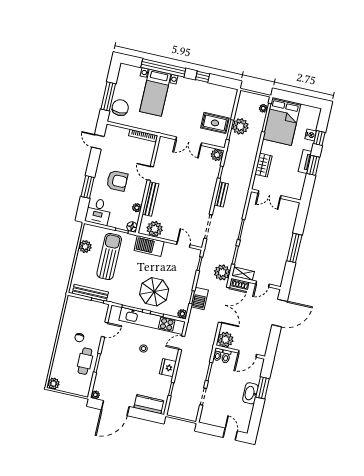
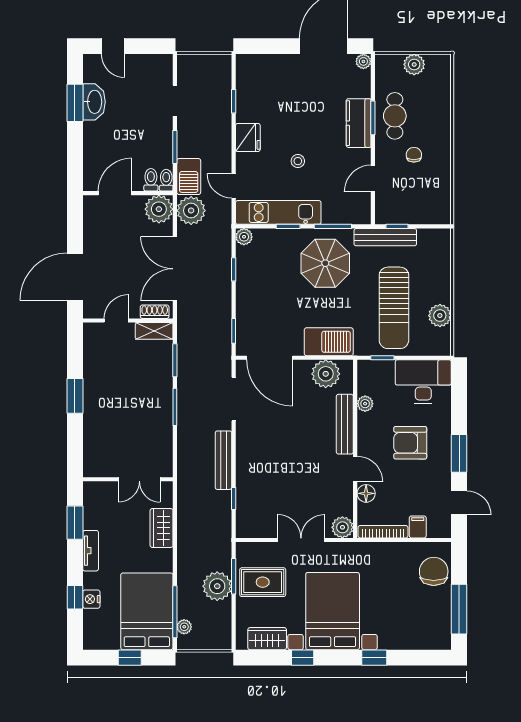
window: (163, 68) -> (374, 658), width x0.32
wardrobe: (219, 92) -> (267, 639), added
bed with nightstands: (155, 93) -> (333, 611), moved, width x1.36
window: (108, 96) -> (459, 609), moved
window: (297, 98) -> (130, 658), added
chair: (120, 108) -> (434, 571), turned 180
filing cabinet: (123, 134) -> (418, 527), added
plant: (217, 155) -> (342, 527), moved
window: (313, 165) -> (75, 523), moved
window: (88, 187) -> (459, 453), moved
bench: (221, 194) -> (223, 460), width x1.36
double door: (270, 194) -> (139, 479), swing flipped
desk: (98, 212) -> (423, 382), width x1.37
floor lamp: (132, 227) -> (366, 493), moved
door: (183, 245) -> (270, 358), width x1.87
window: (294, 248) -> (75, 396), width x0.69
plant: (222, 272) -> (191, 211), moved
parasol: (154, 292) -> (325, 263), moved
bench: (90, 293) -> (385, 237), moved
barbecue: (200, 298) -> (189, 177), moved, turned 180
kitchen unit: (152, 321) -> (278, 212), width x0.73
door: (182, 343) -> (234, 186), swing flipped
plant: (53, 384) -> (414, 64), moved
window: (263, 388) -> (75, 103), moved
washbasin: (250, 393) -> (94, 102), moved
kitchen counter: (149, 404) -> (359, 123), moved, turned 90

